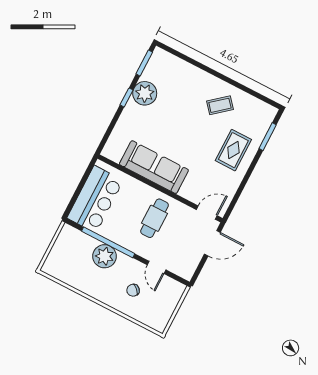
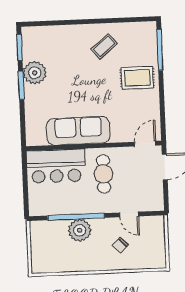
window: (126, 97) -> (21, 85), width x1.50
window: (268, 137) -> (160, 50), width x1.44
rug: (233, 150) -> (137, 78), turned 90
bar counter: (95, 199) -> (56, 166), moved, turned 90

